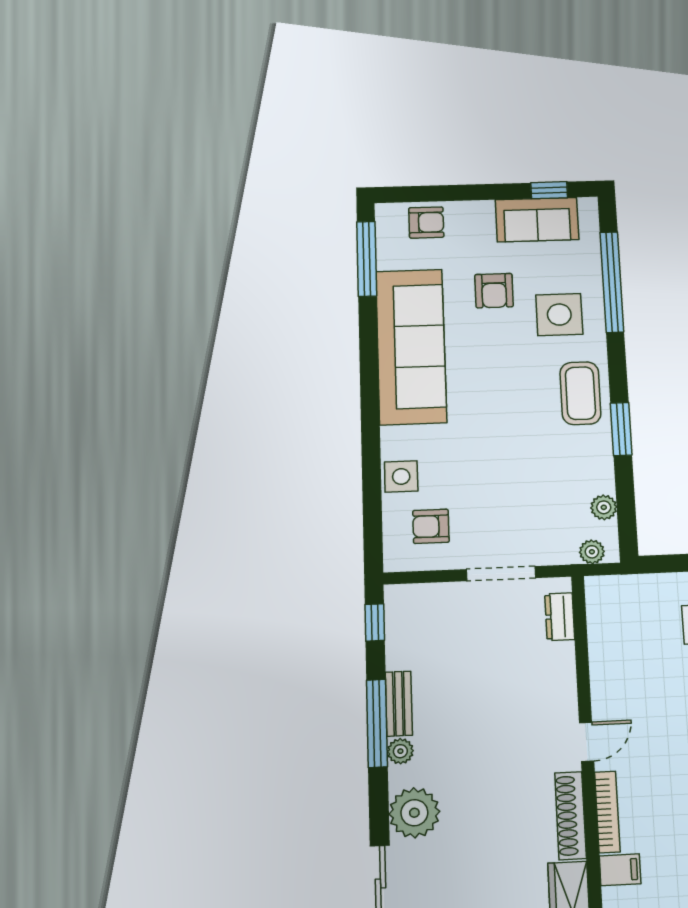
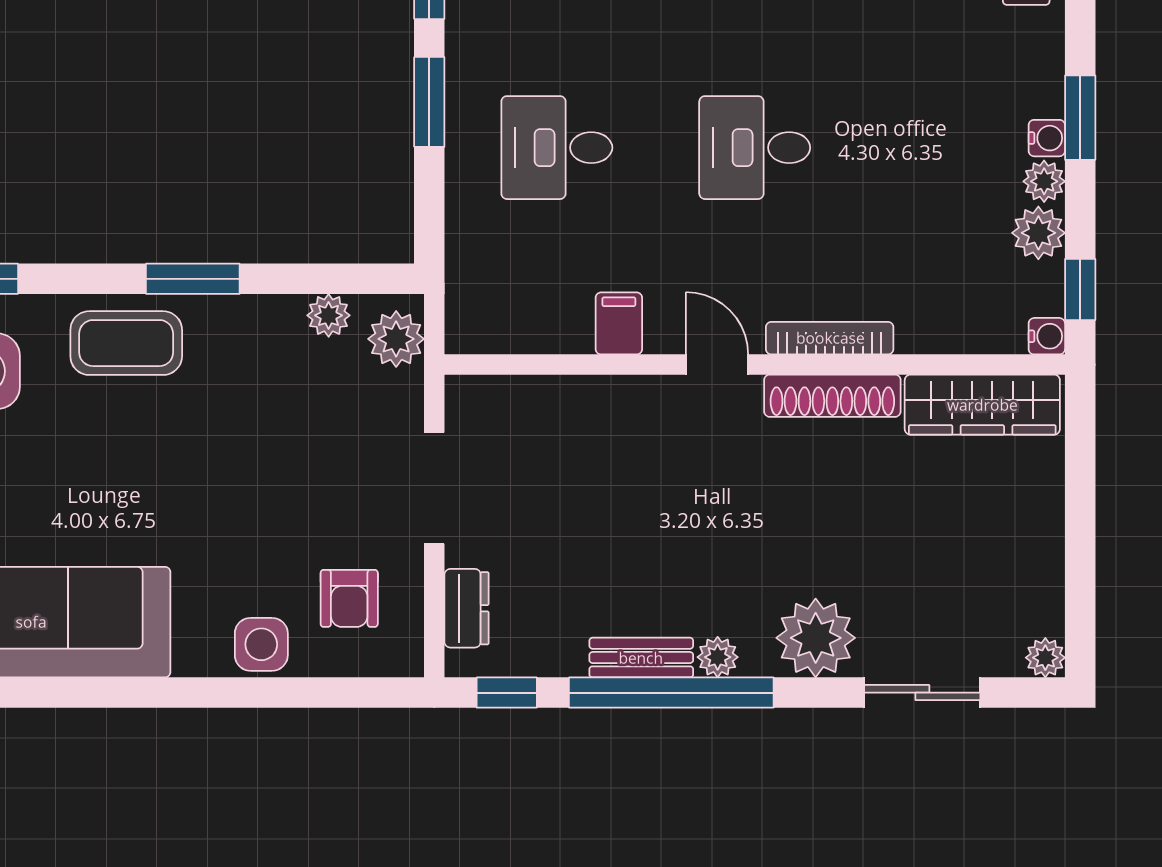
plant: (592, 552) -> (396, 339), width x1.38, depth x1.38
dresser: (560, 617) -> (467, 608), moved, turned -90
window: (377, 723) -> (671, 693), width x1.46
filing cabinet: (620, 870) -> (619, 323), moved

